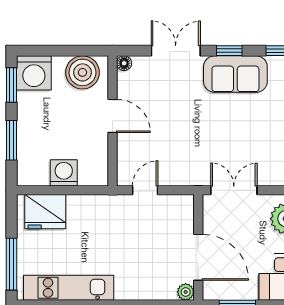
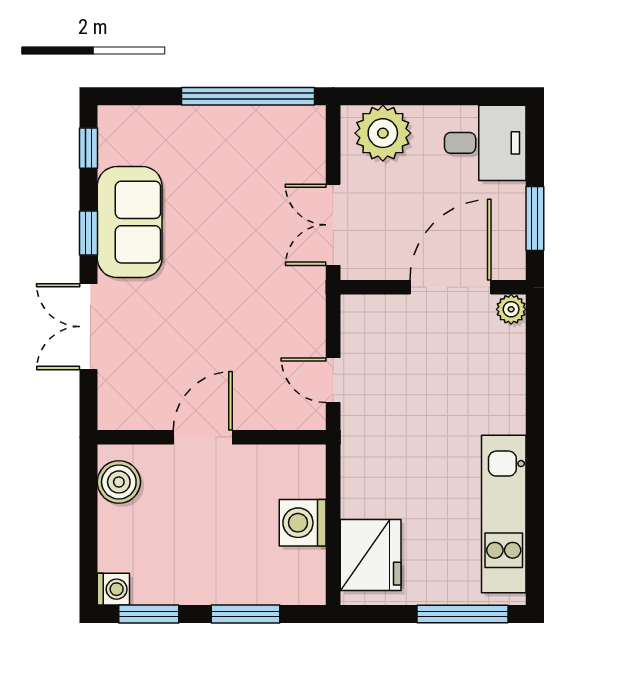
floor lamp: (124, 63) -> (111, 417), removed
boiler: (83, 72) -> (119, 482), width x0.73, depth x0.73
washing machine: (34, 73) -> (113, 589), width x0.53, depth x0.53

